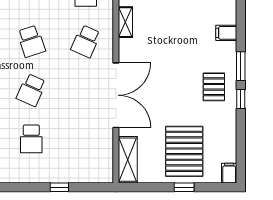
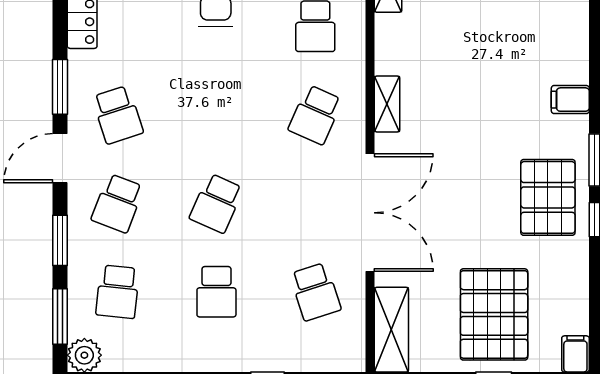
shelving: (125, 22) -> (387, 104), moved
school desk: (31, 41) -> (315, 292), moved
pallet: (214, 87) -> (548, 197), width x1.50, depth x1.42

